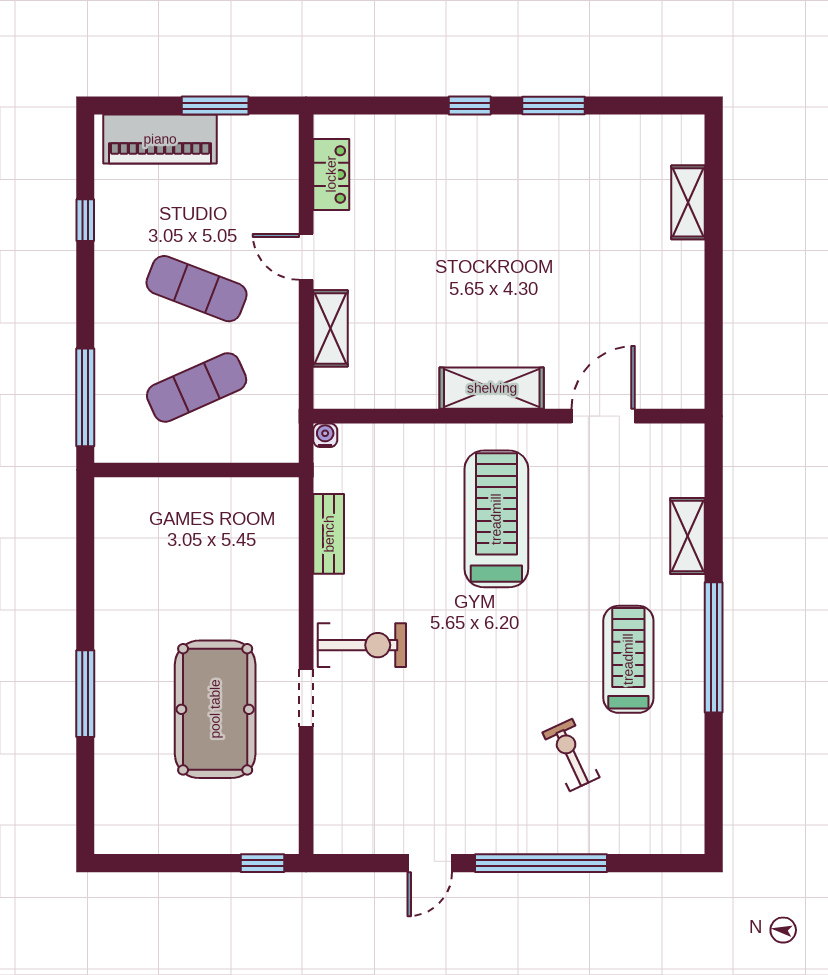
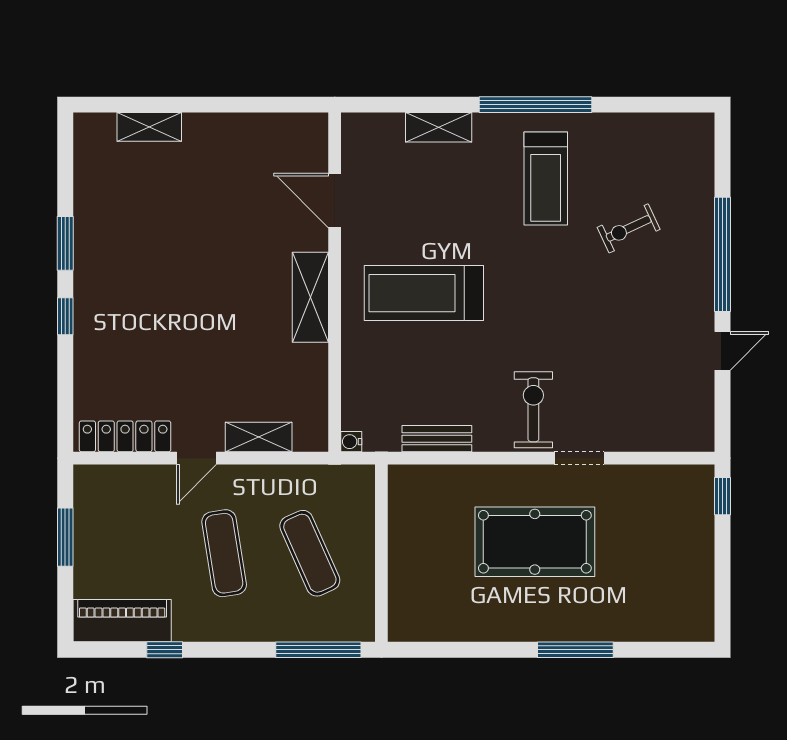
piano: (160, 139) -> (122, 621), moved, turned -90
locker: (331, 174) -> (125, 436), width x1.53
exercise mat: (197, 289) -> (224, 553), turned -30
treadmill: (628, 659) -> (546, 179), turned -90
pool table: (215, 709) -> (535, 542), moved
door: (430, 863) -> (722, 351), hinge flipped

